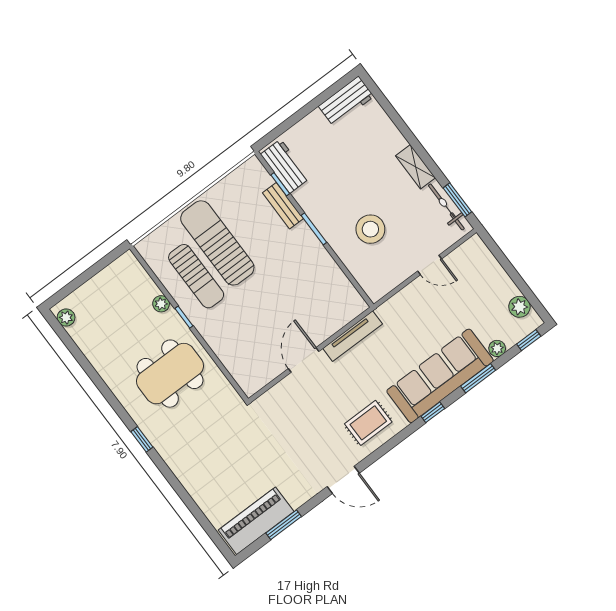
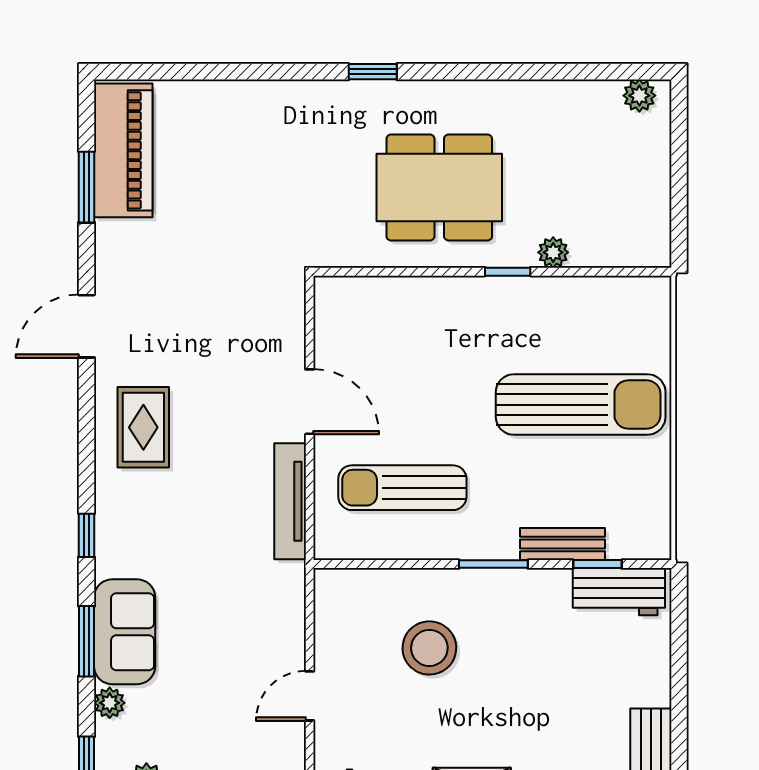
sun lounger: (196, 276) -> (402, 488), moved
dining table: (170, 374) -> (439, 188), turned 90
sofa: (440, 376) -> (125, 632), width x0.54, depth x0.79

